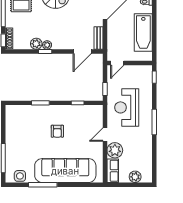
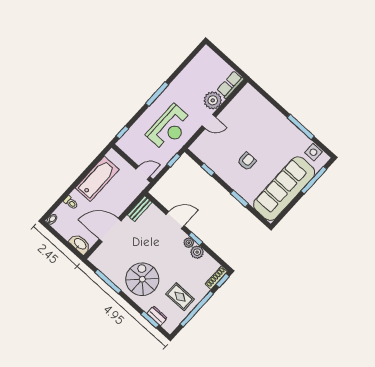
door: (82, 51) -> (175, 220), moved
sofa: (65, 171) -> (284, 189), moved, turned 90
plant: (135, 177) -> (216, 62), removed

